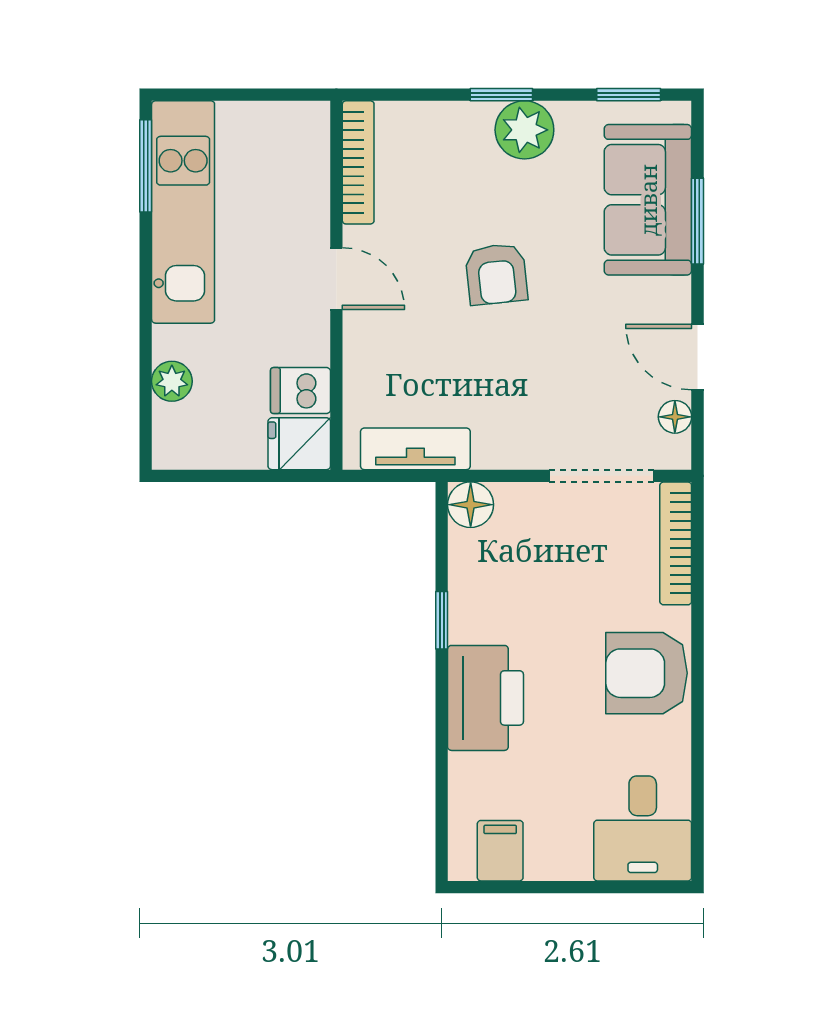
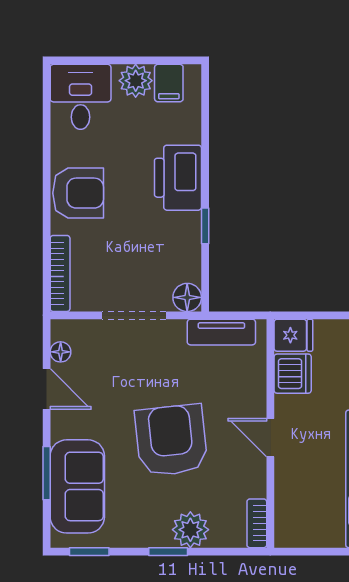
plant: (524, 130) -> (190, 530), moved
bookcase: (358, 162) -> (257, 523), width x0.64
armchair: (496, 274) -> (171, 440), width x1.88, depth x1.88
dishwasher: (300, 391) -> (293, 374), width x1.38
doorway: (601, 476) -> (134, 315), moved
plant: (554, 854) -> (136, 81), added

